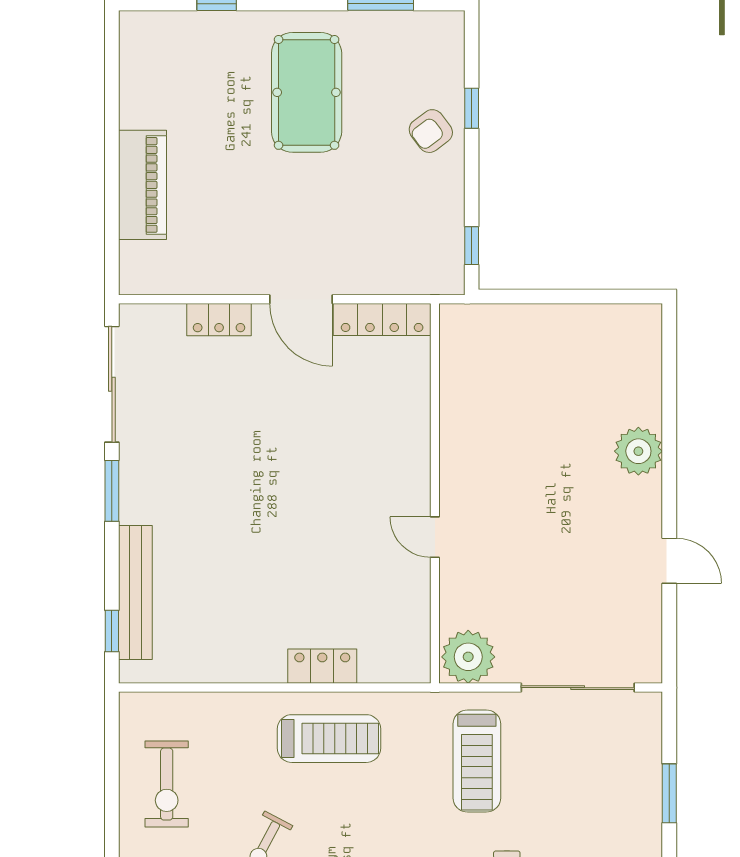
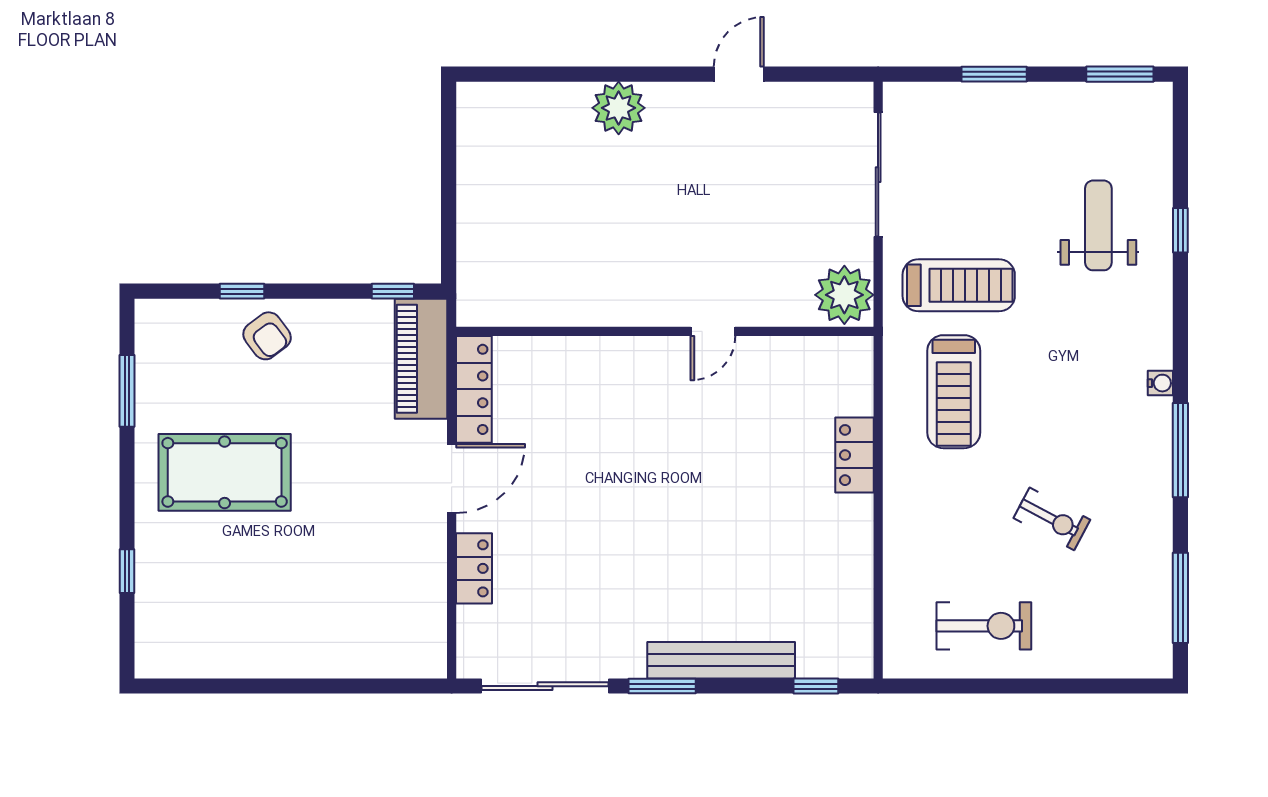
piano: (143, 185) -> (421, 359), moved, turned -90
bench: (135, 593) -> (721, 660), moved
treadmill: (329, 739) -> (954, 392), moved, turned 180

